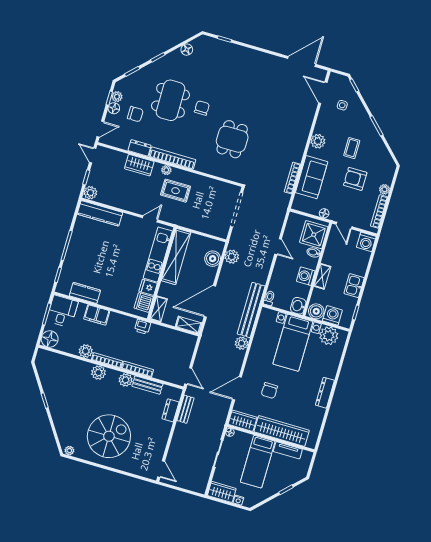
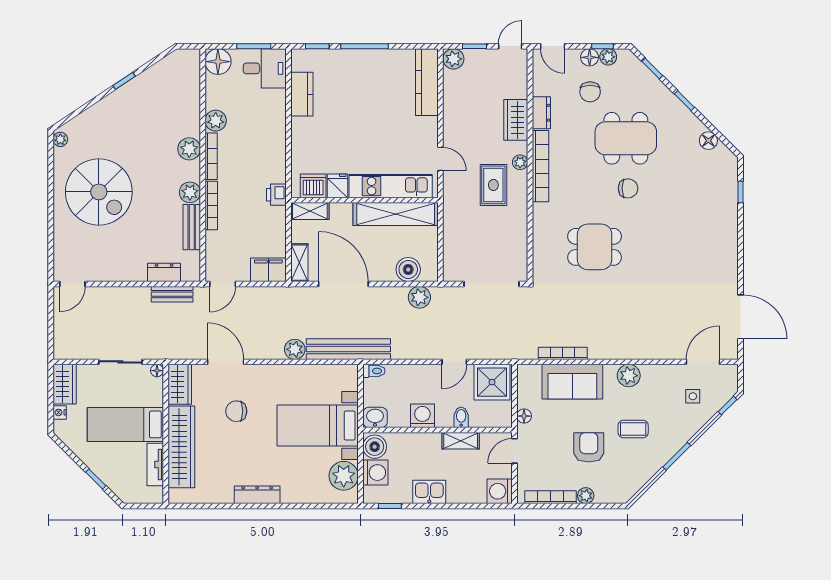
shower: (314, 235) -> (492, 382), moved
shelving: (322, 276) -> (461, 441), moved
filing cabinet: (97, 315) -> (268, 270), moved, turned 90

